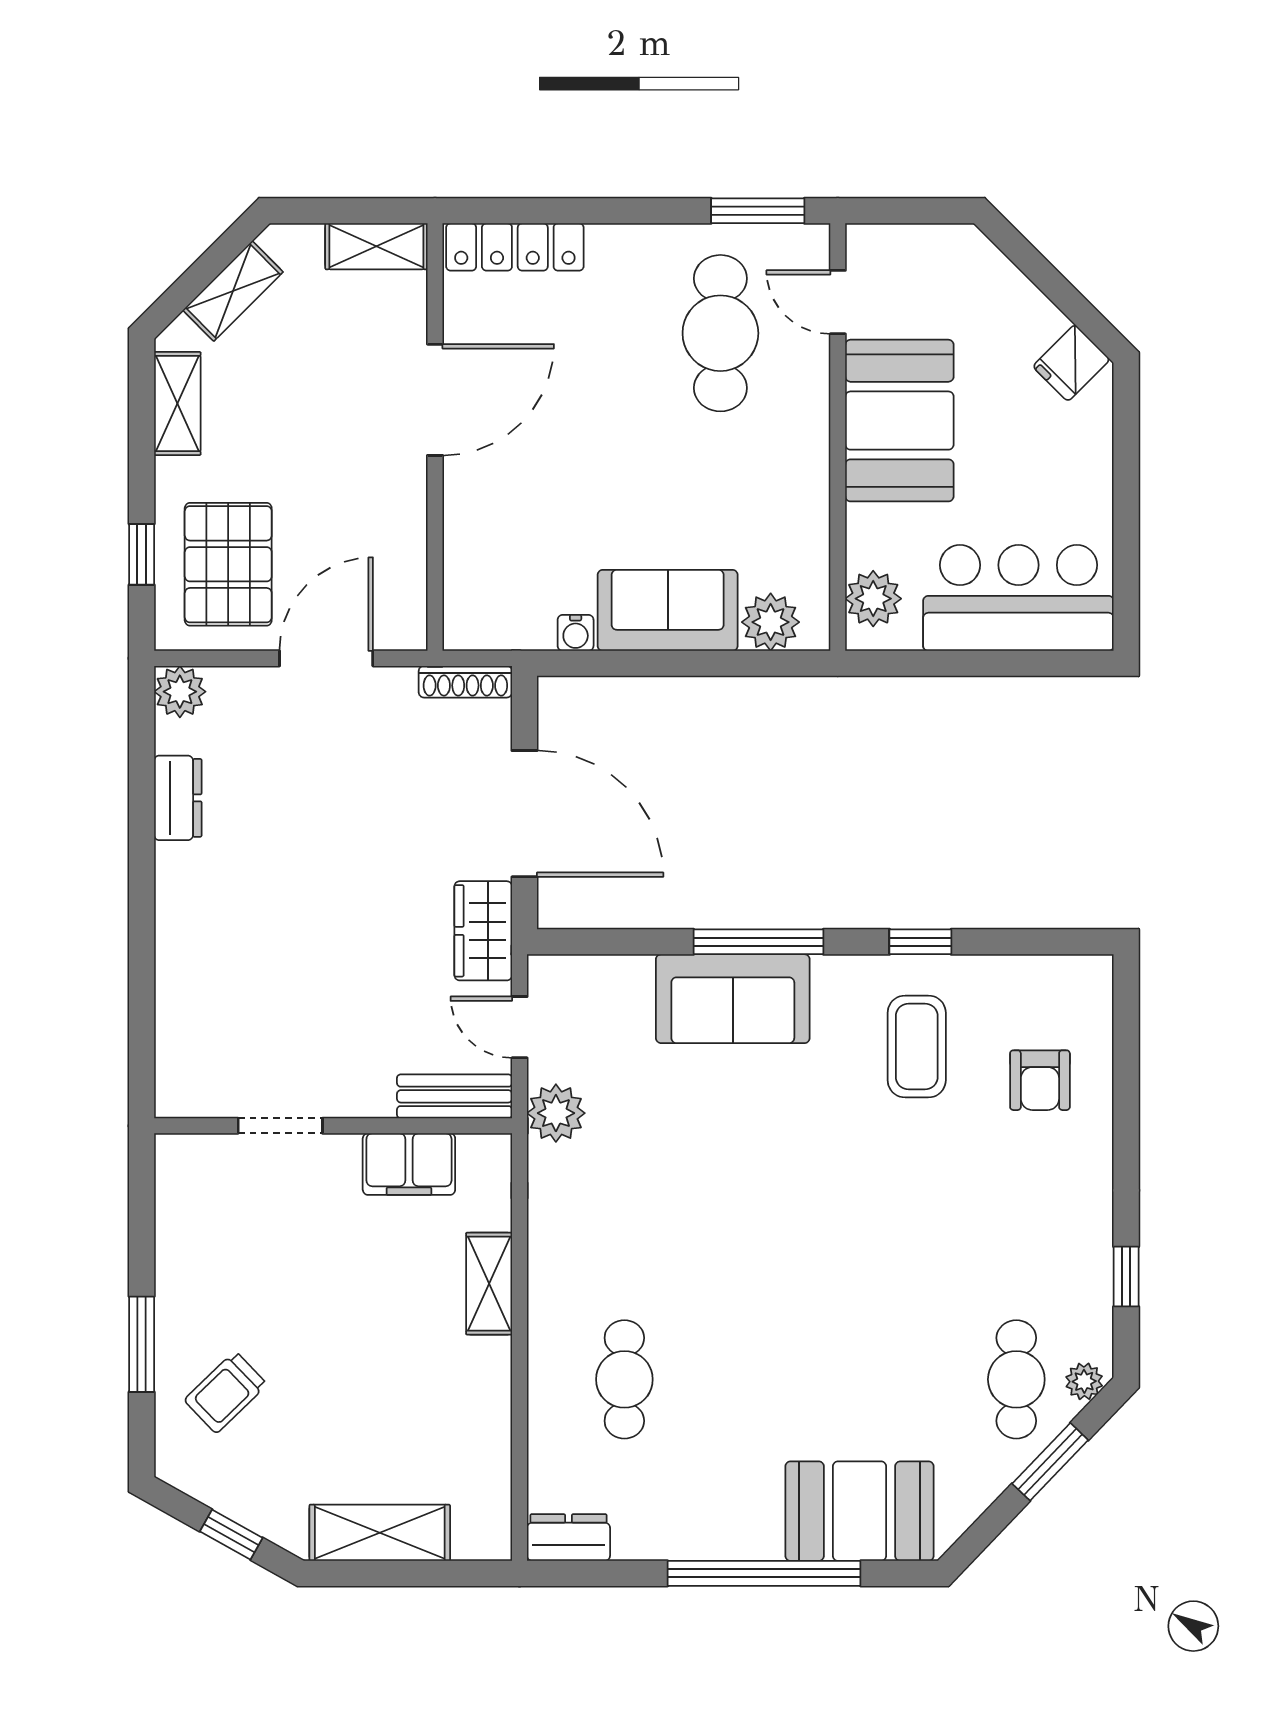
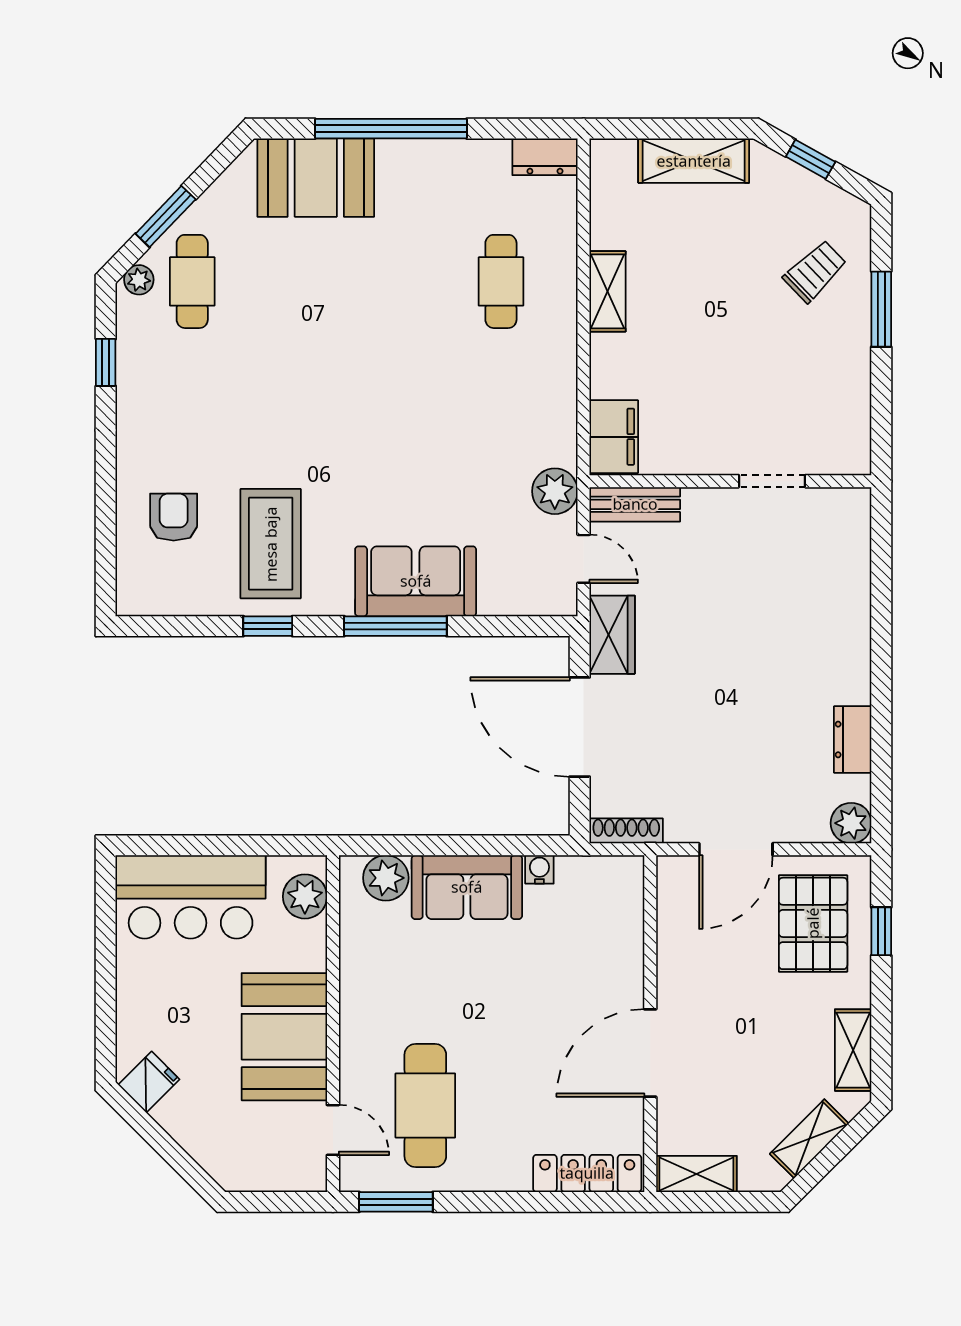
coffee table: (917, 1046) -> (271, 544), width x1.36, depth x1.32
filing cabinet: (409, 1164) -> (614, 437), moved, turned 90
shelving: (489, 1284) -> (608, 291), moved

